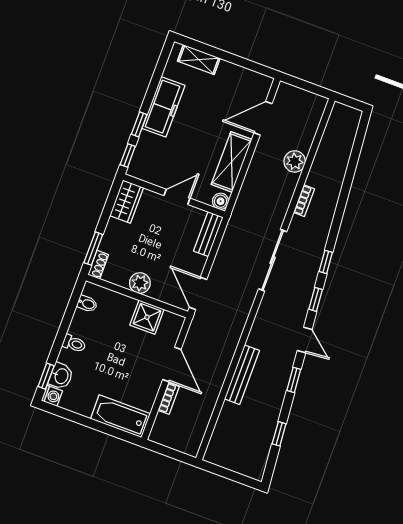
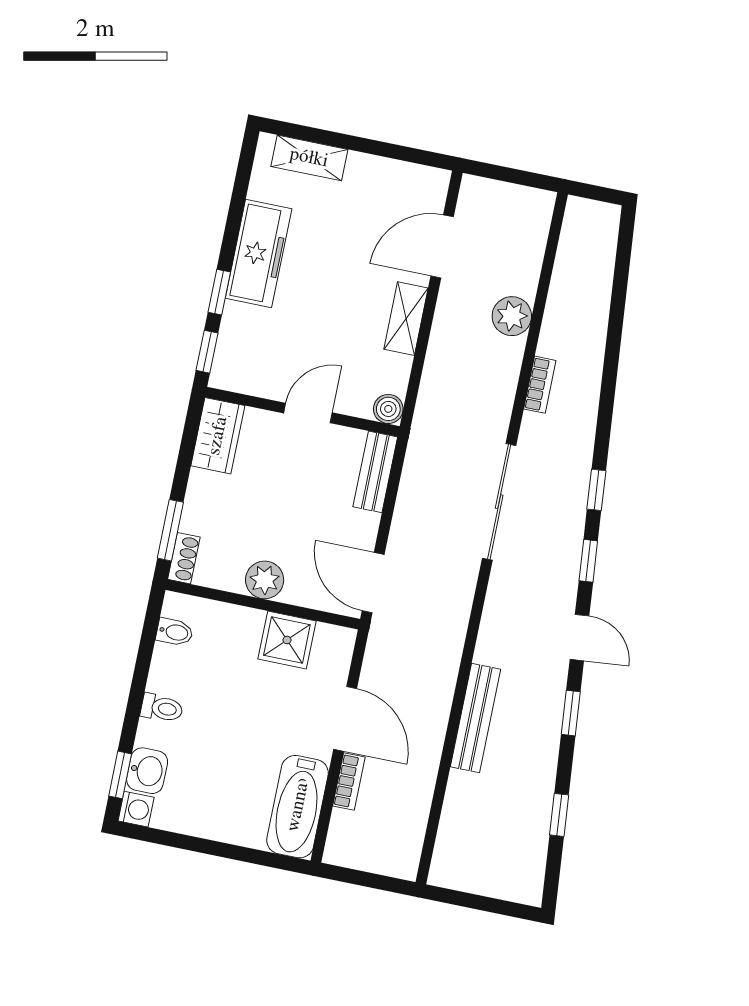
shelving: (232, 162) -> (406, 319), width x0.67, depth x0.75
bathtub: (120, 416) -> (298, 807), moved, turned -90

